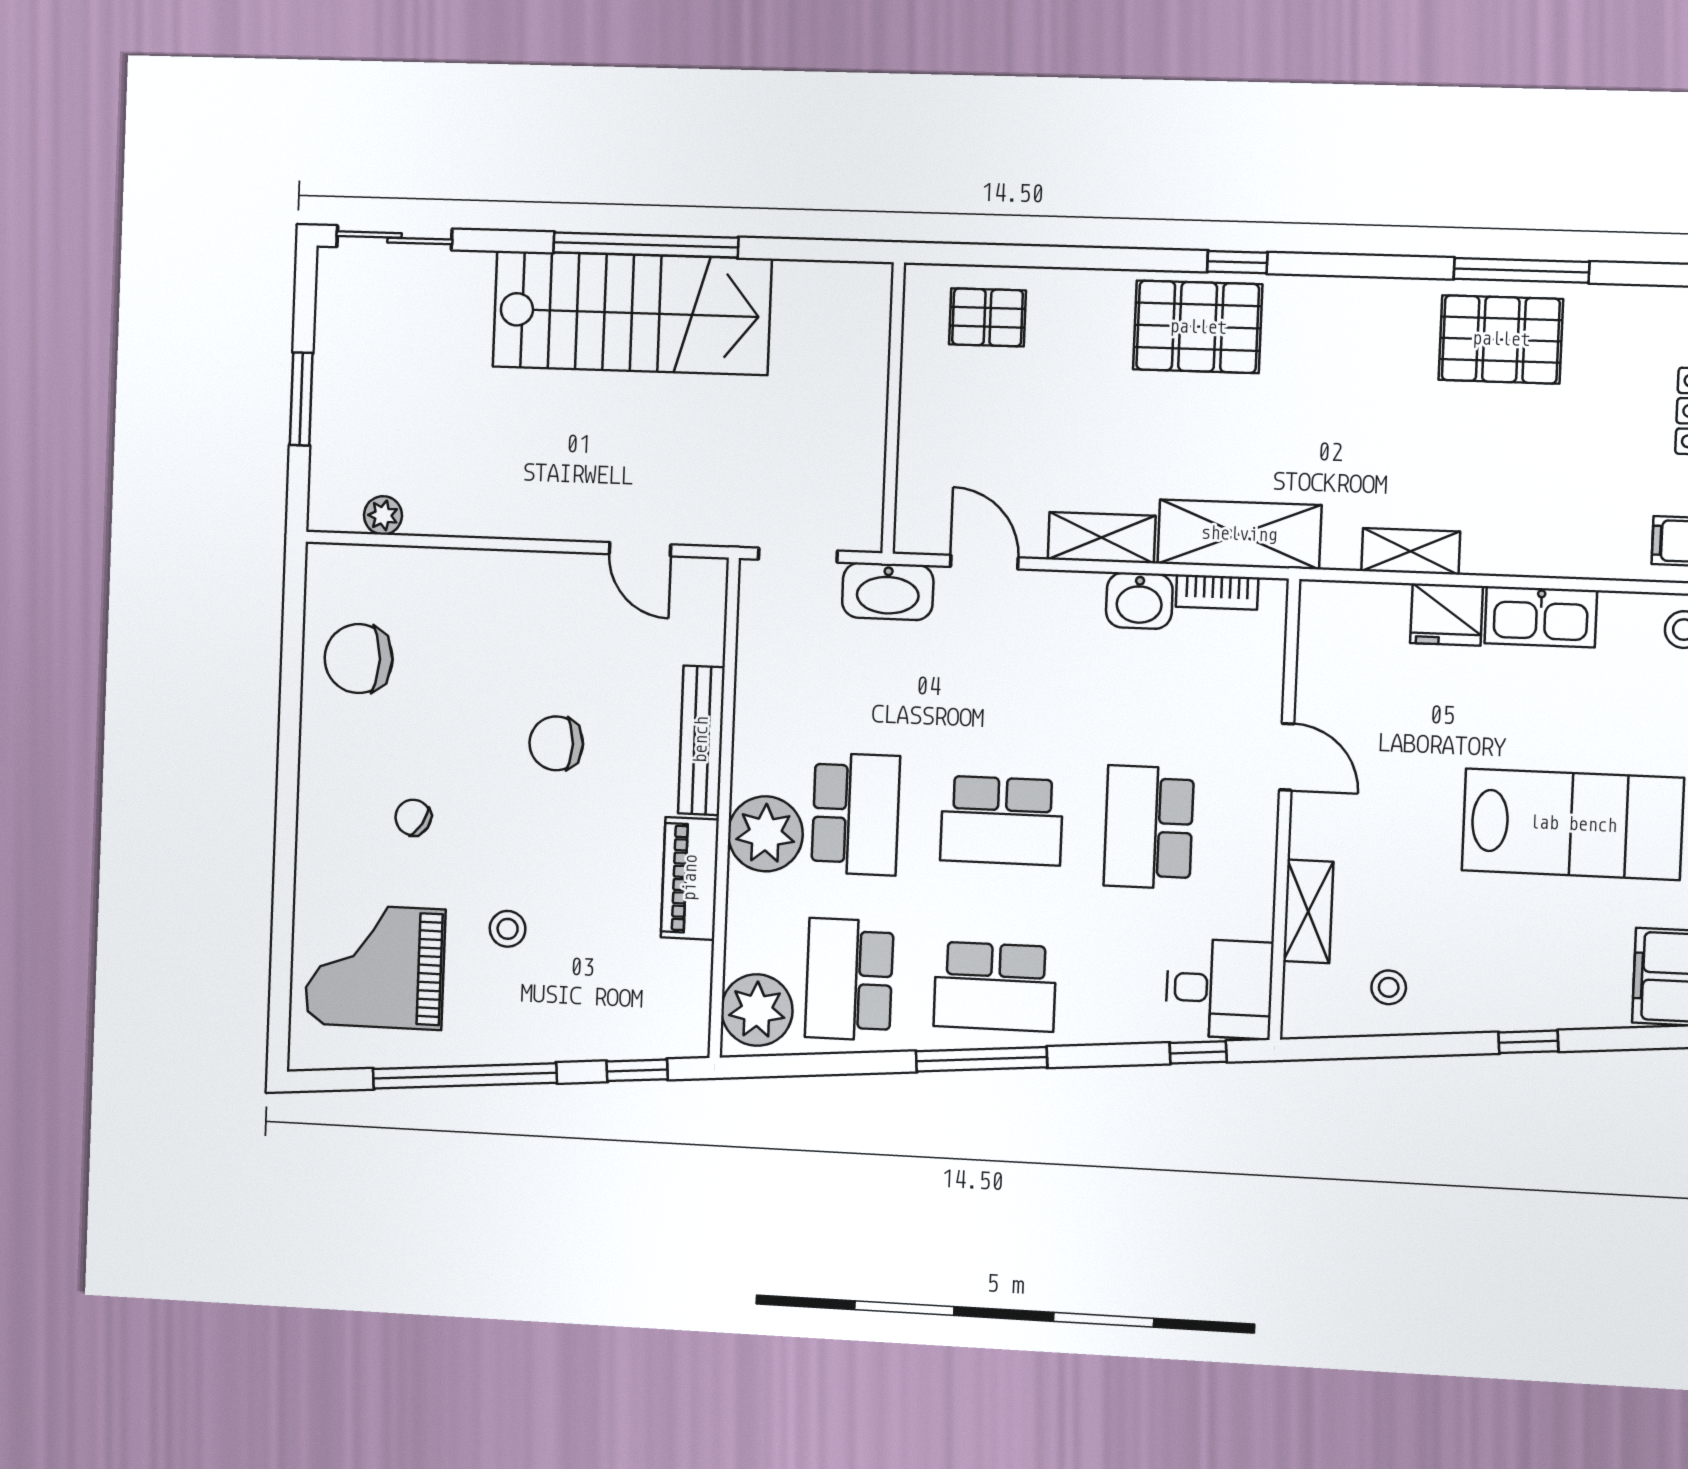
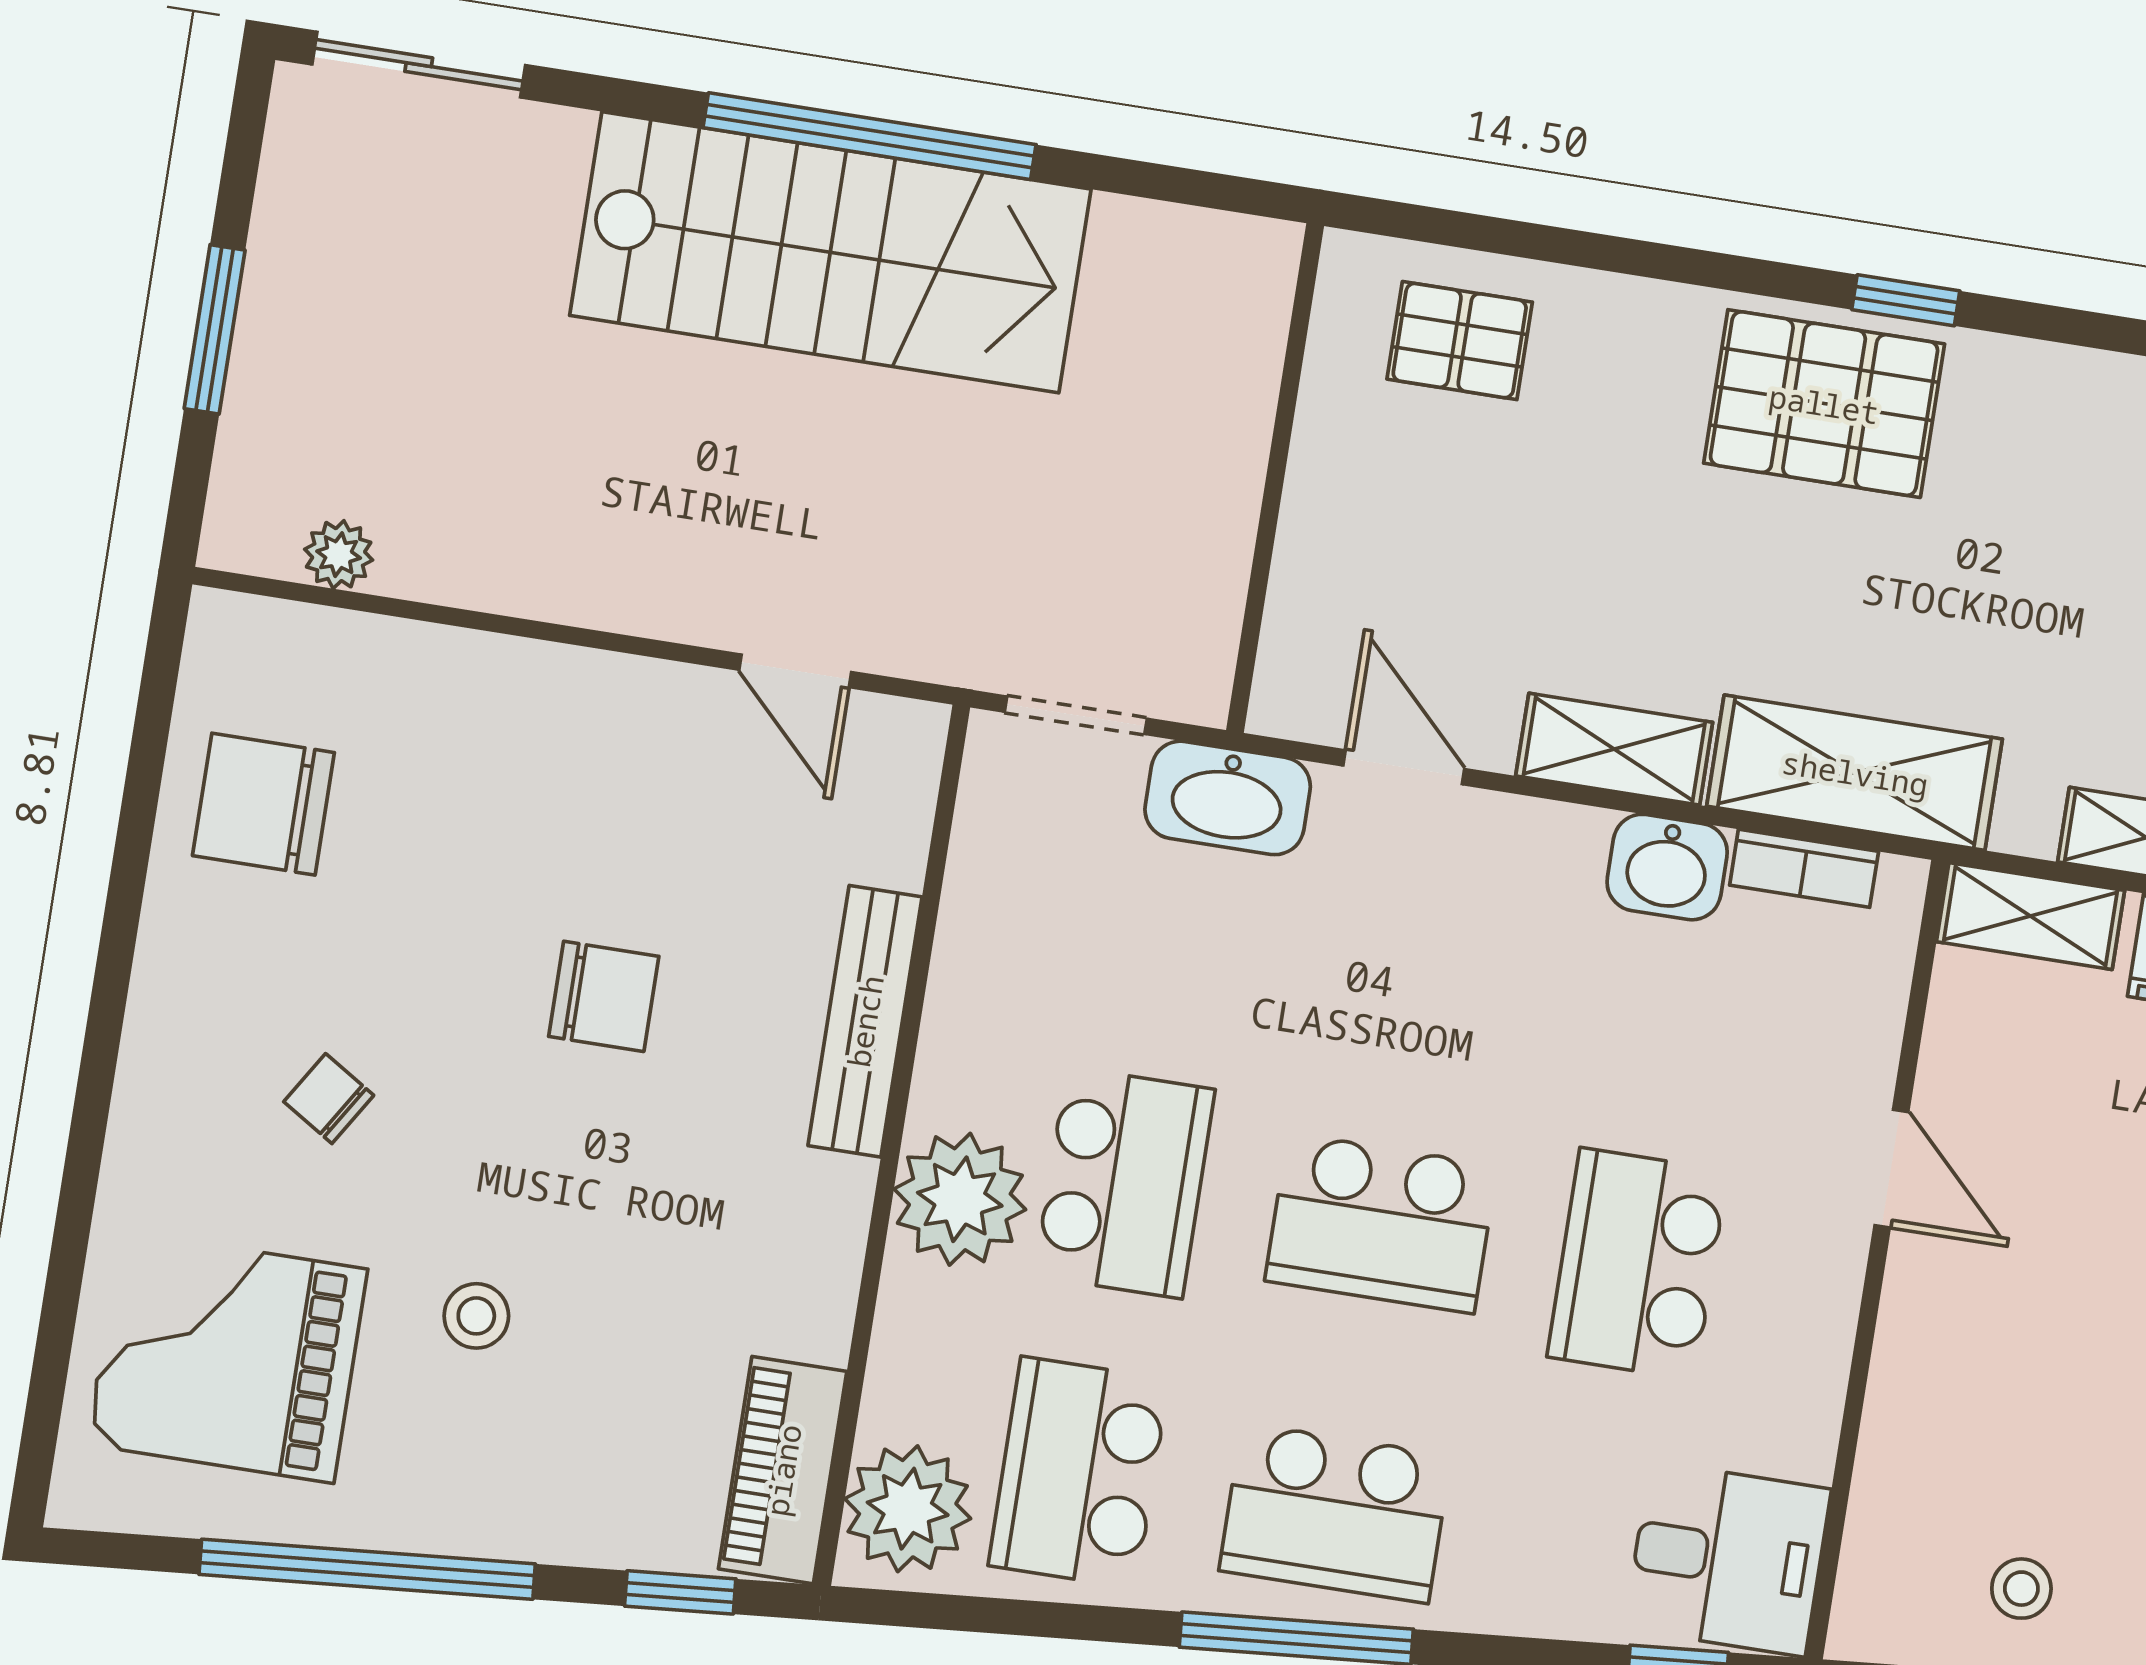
chair: (556, 743) -> (604, 996), turned 180
piano: (690, 878) -> (783, 1470), moved
shelving: (1308, 911) -> (2031, 916), moved, turned 90

